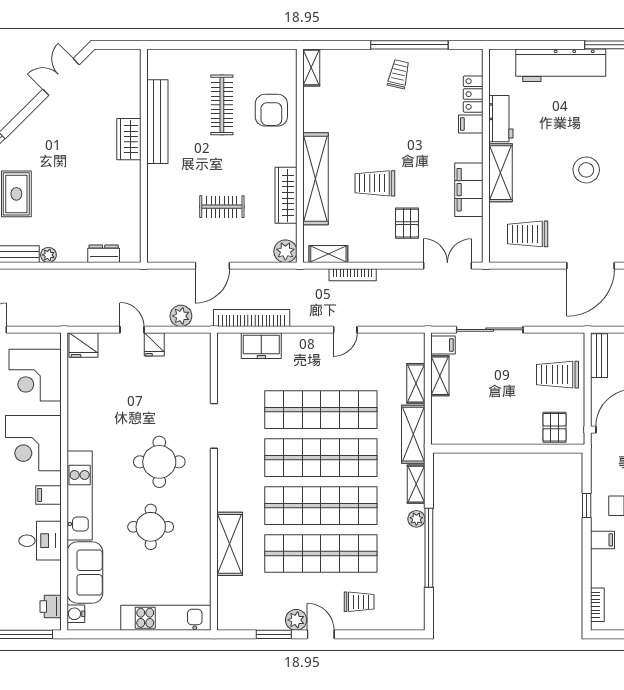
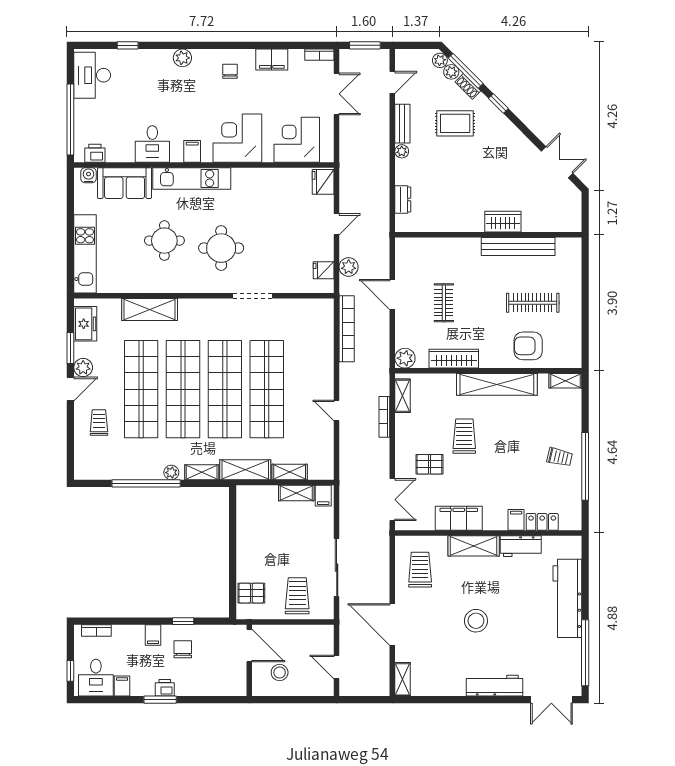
shelving: (315, 179) -> (497, 384), moved
sliding door: (490, 330) -> (337, 568), moved
fridge: (154, 344) -> (324, 270), moved
freezer: (261, 346) -> (85, 324), moved, turned 180
bench: (599, 356) -> (314, 632), removed
trolley: (359, 602) -> (99, 423), turned 180

